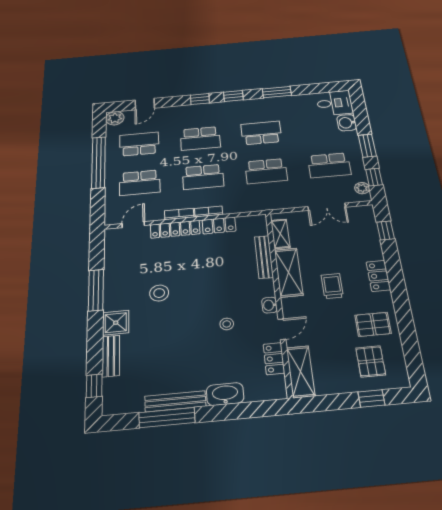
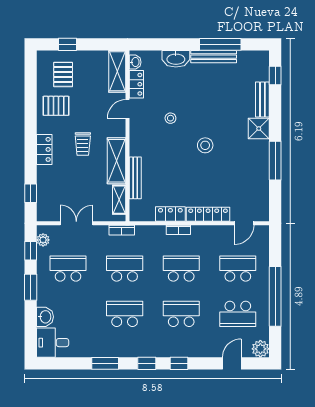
school desk: (261, 133) -> (125, 314), turned 180
bookcase: (179, 214) -> (122, 230), moved
stool: (159, 293) -> (205, 145), moved
washbasin: (270, 305) -> (135, 62), moved

